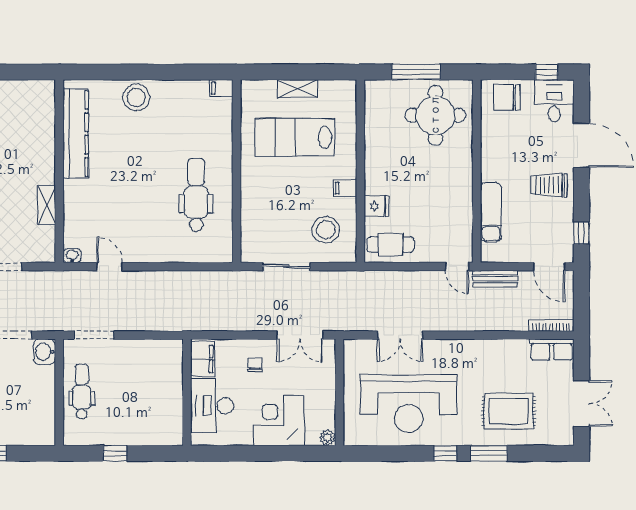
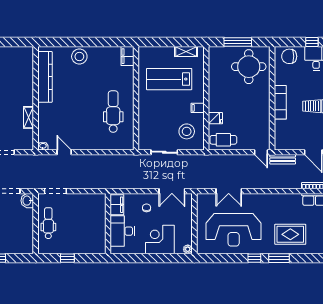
filing cabinet: (221, 88) -> (127, 56), width x2.00
shelving: (297, 89) -> (186, 52), moved
exam couch: (491, 212) -> (280, 102), moved

